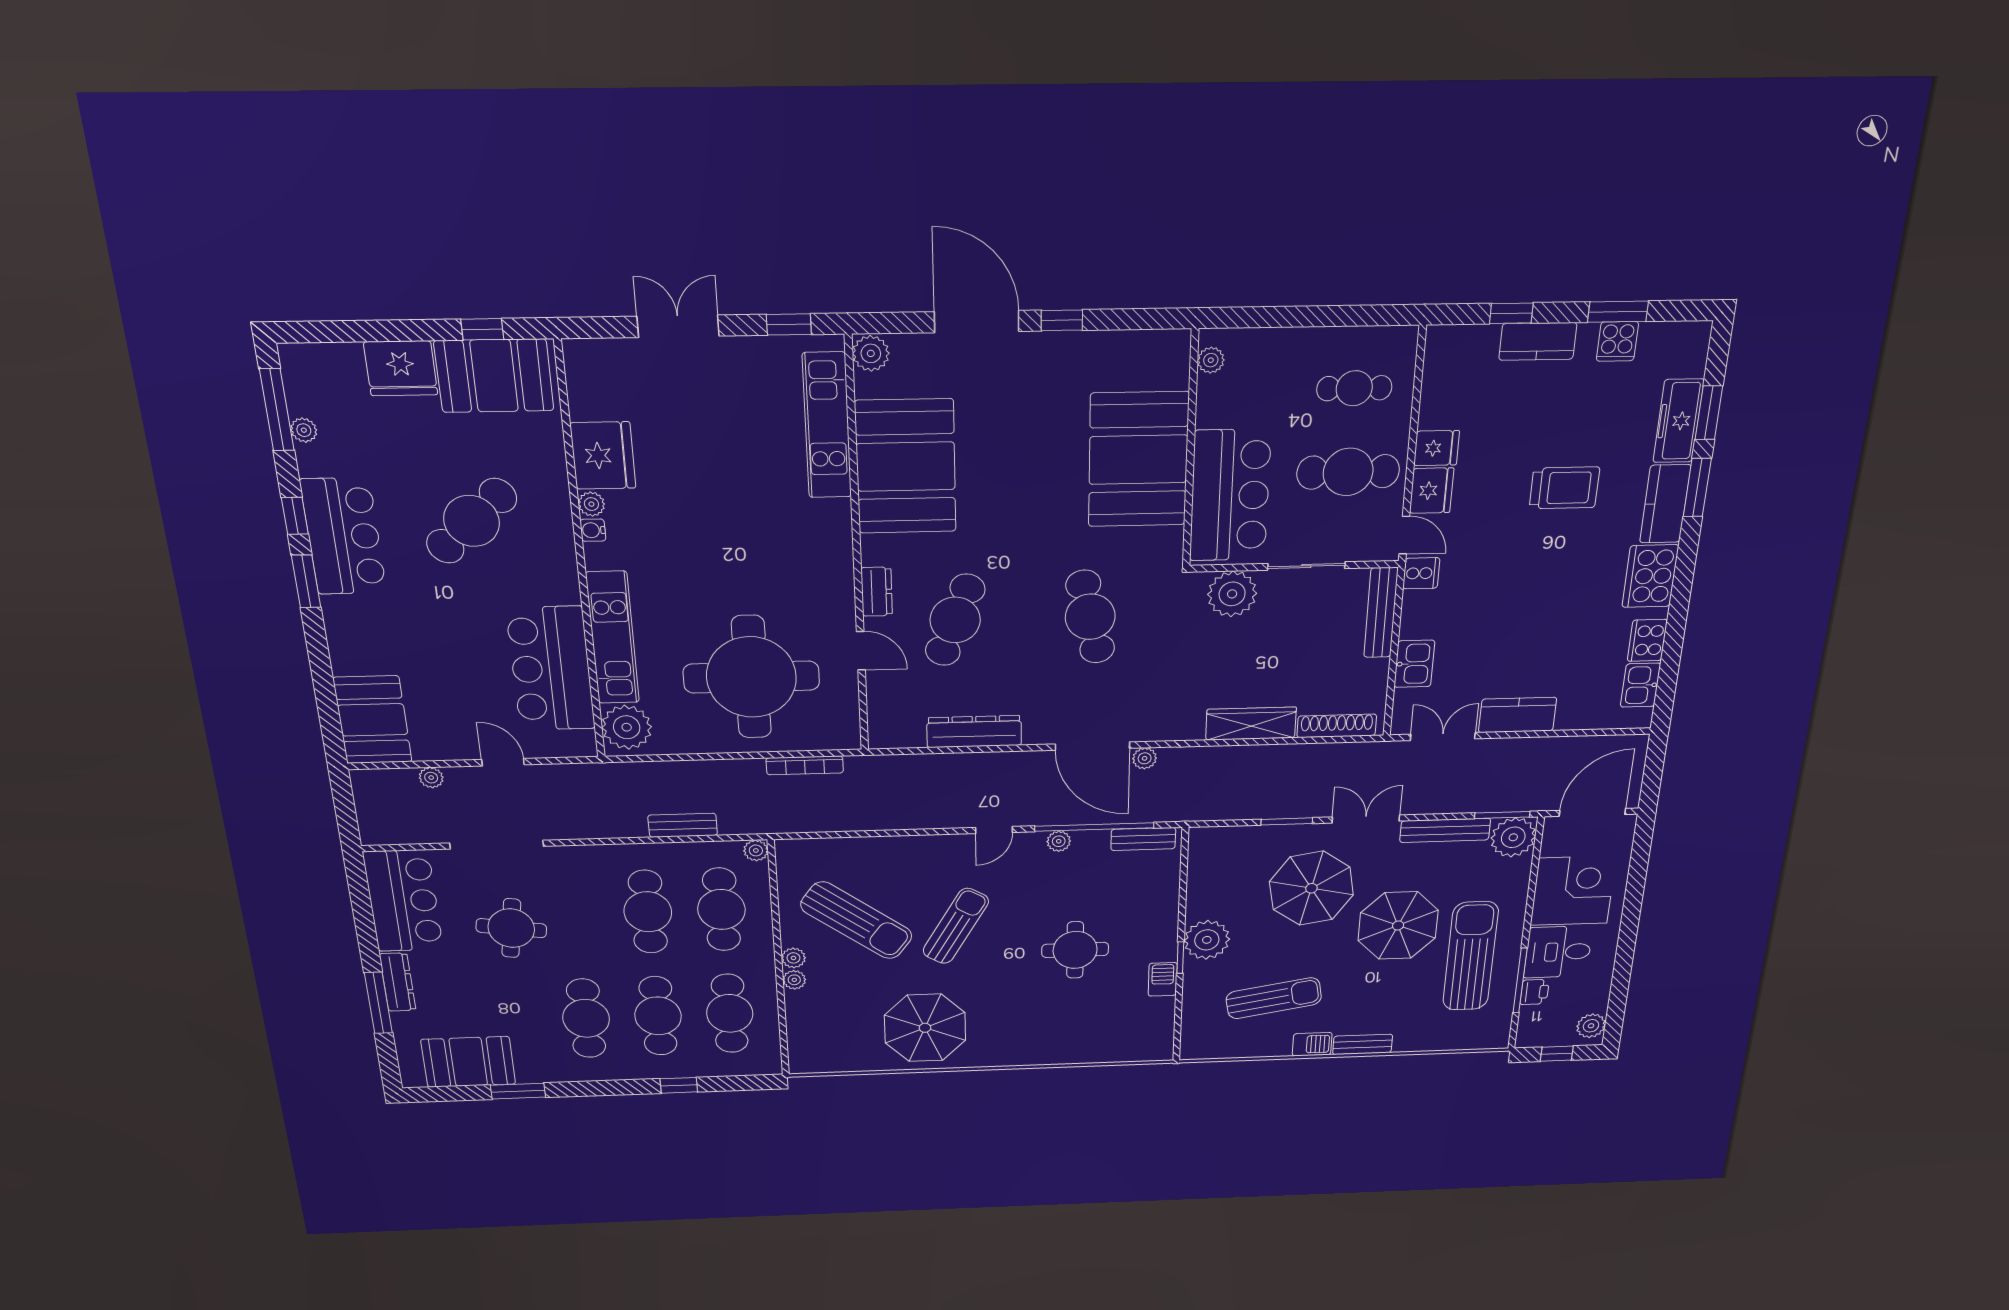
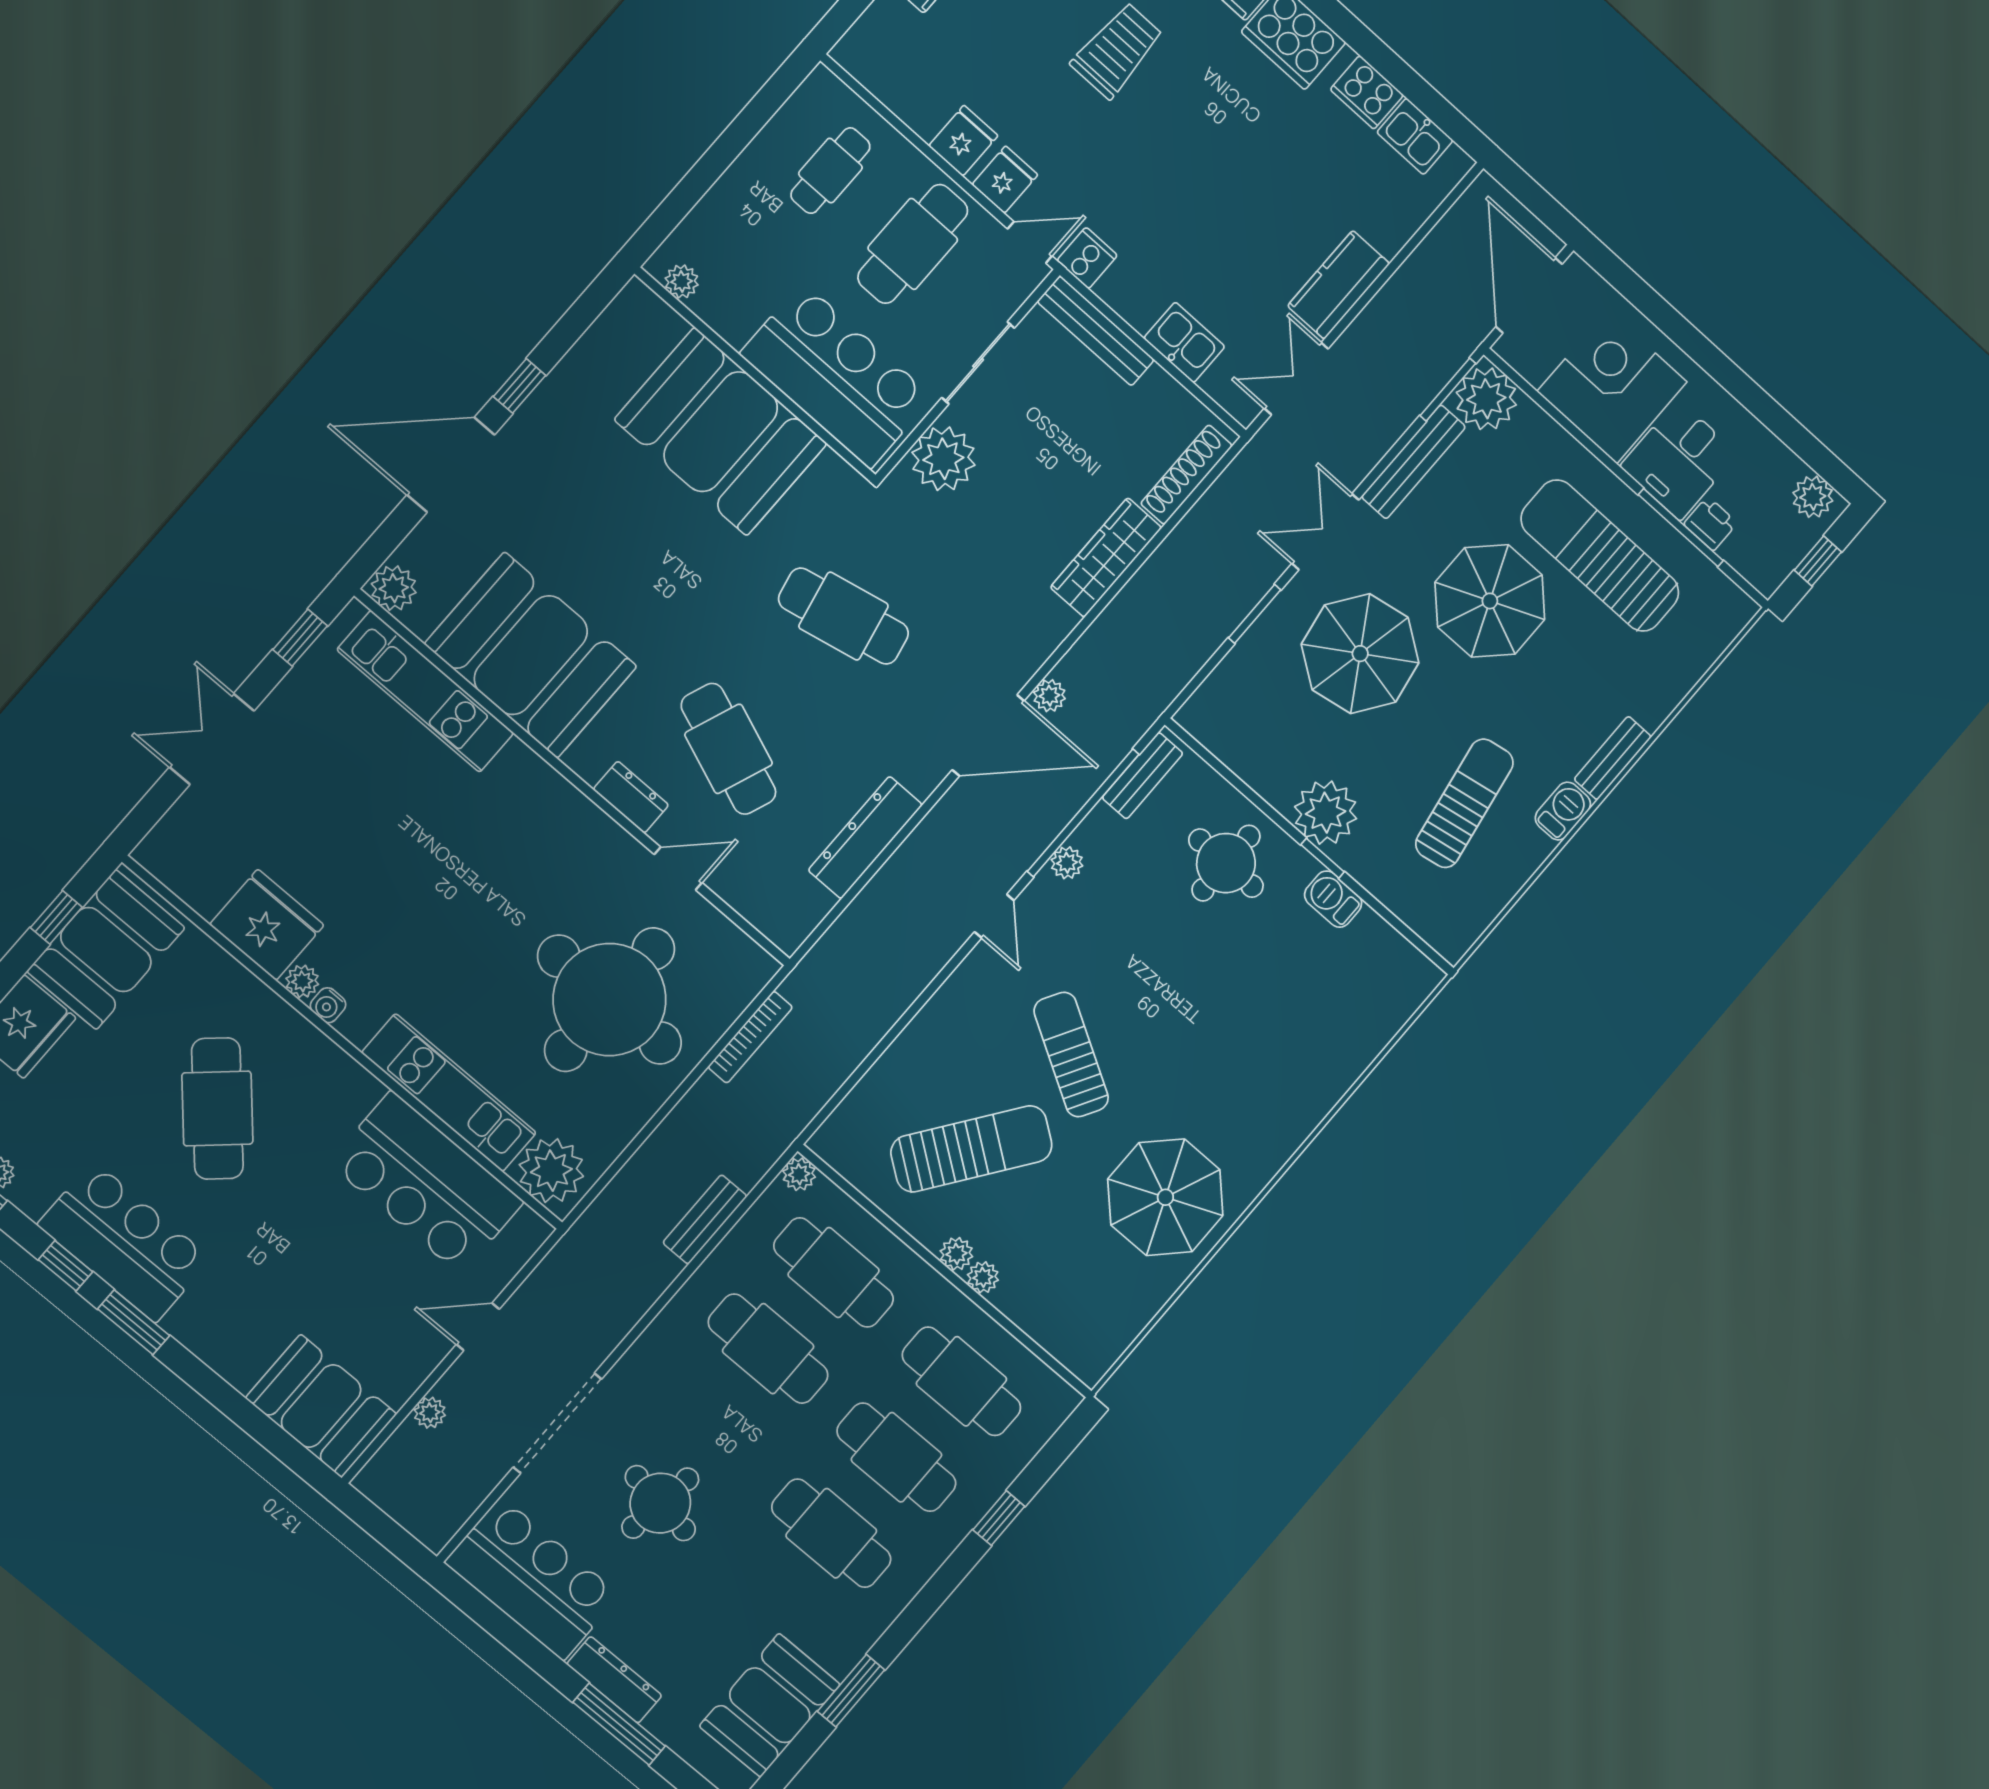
fridge: (1432, 491) -> (1005, 180), width x0.72
round table: (1075, 950) -> (1226, 863), moved

